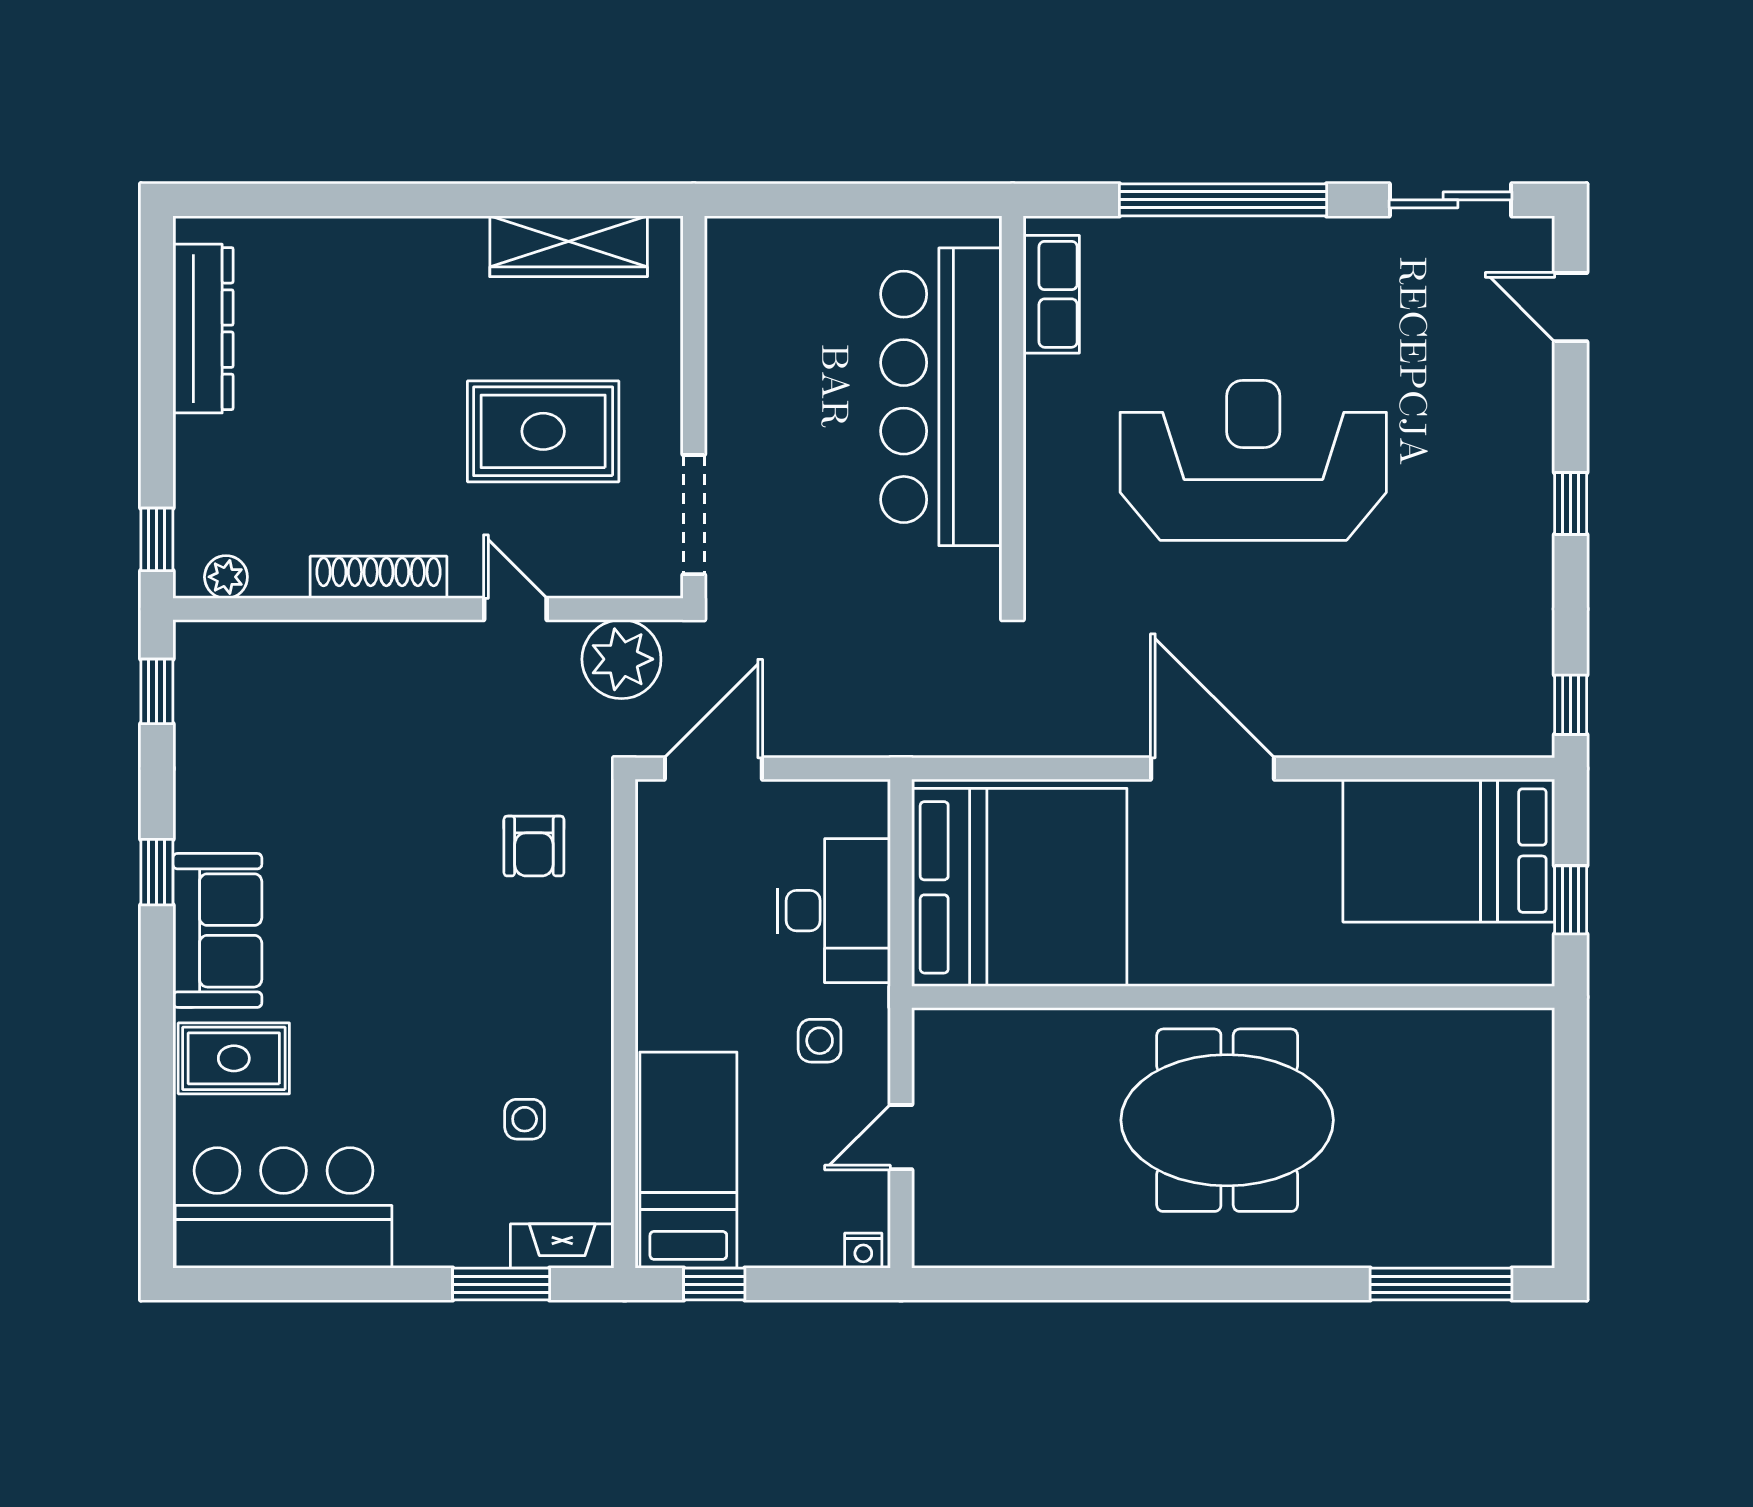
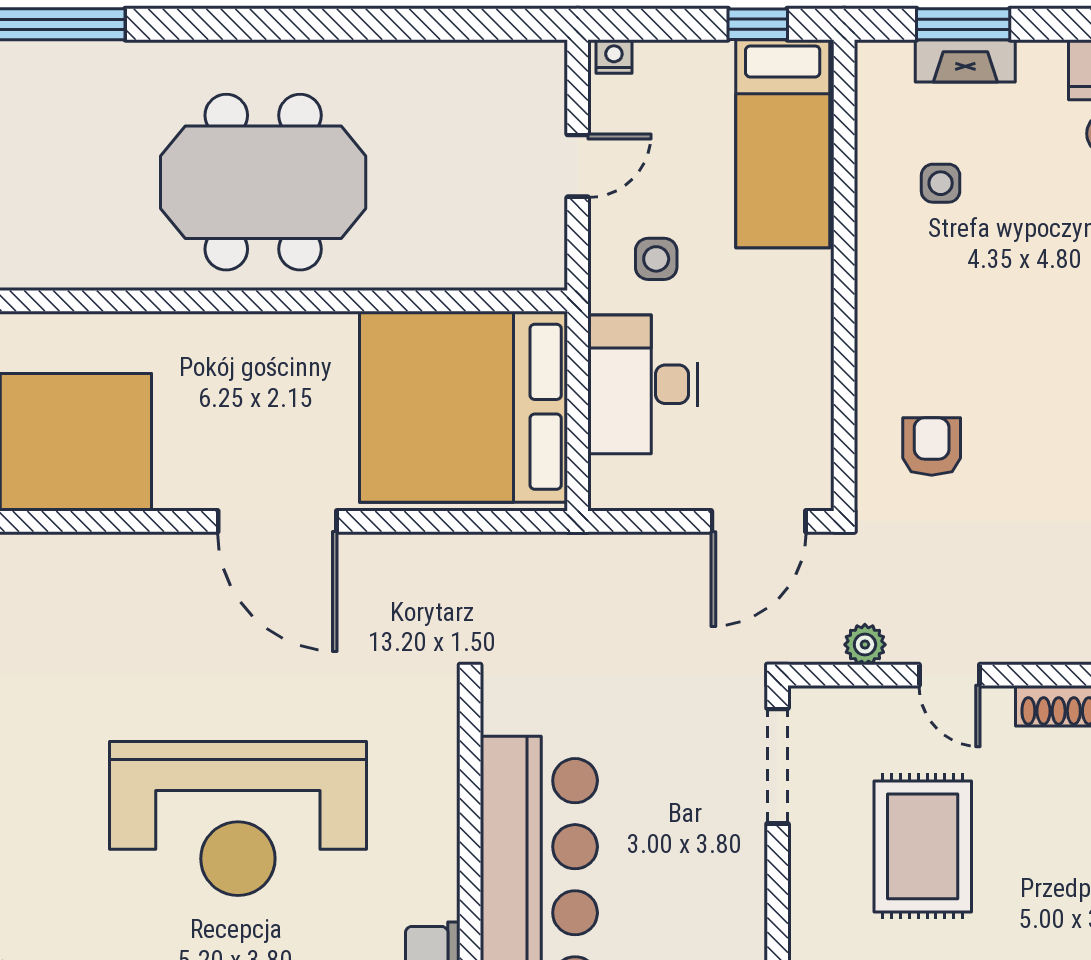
rug: (543, 431) -> (923, 846), turned 90
plant: (621, 659) -> (865, 645), width x0.53, depth x0.53
fireplace: (562, 1246) -> (965, 61), moved

